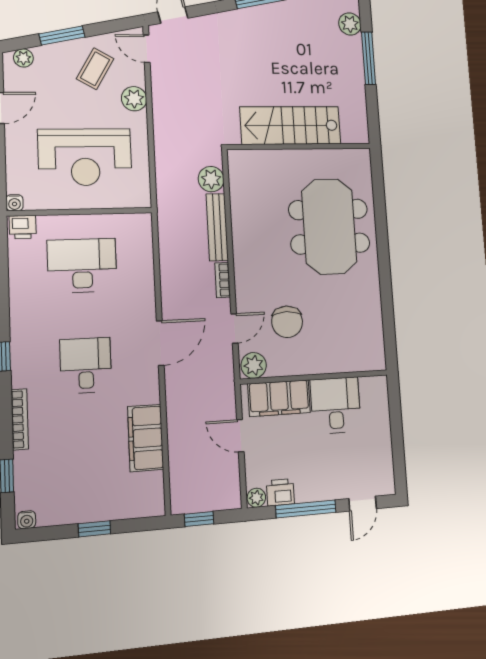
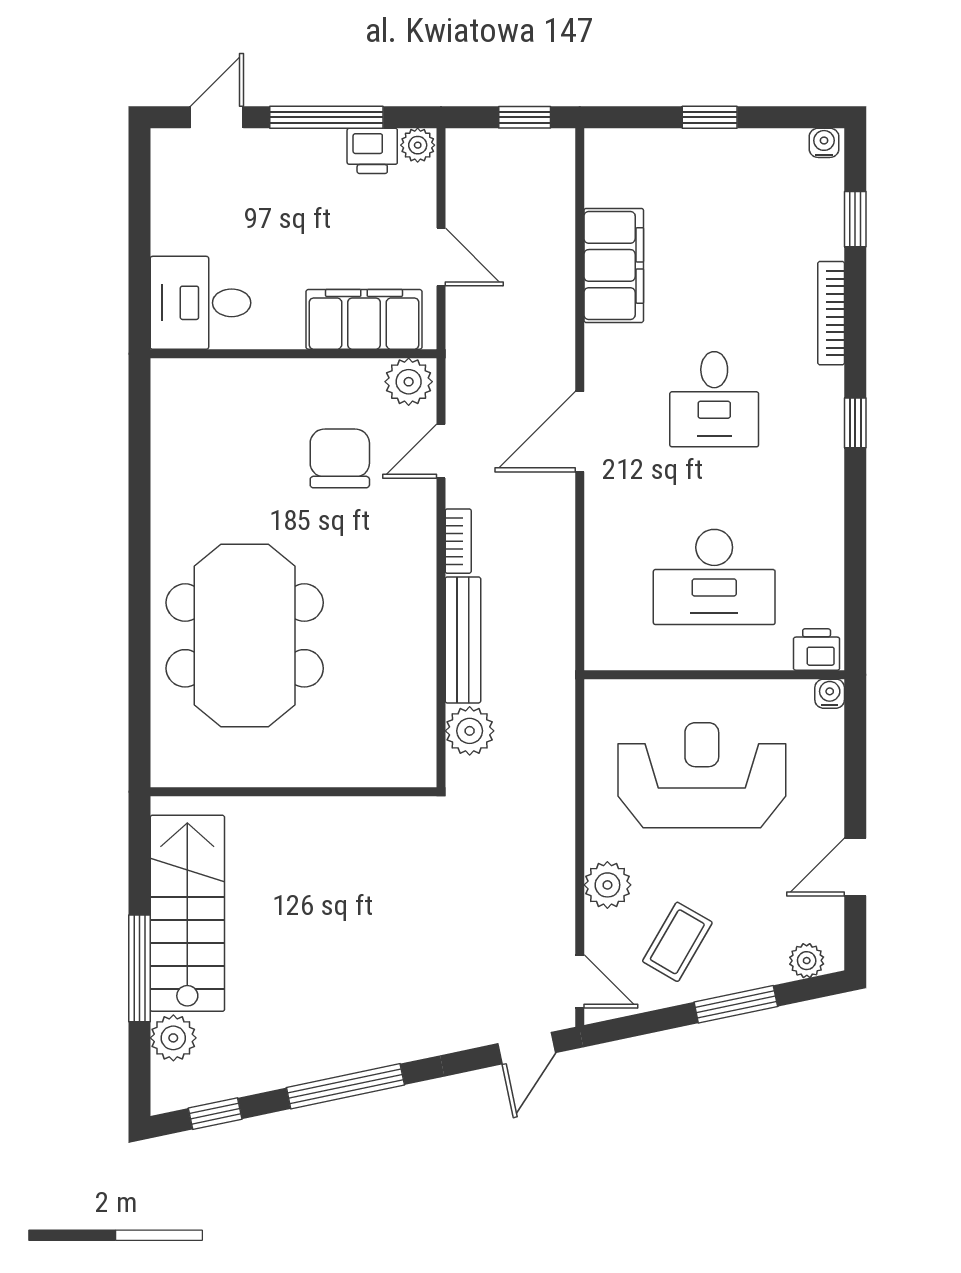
stairs: (291, 125) -> (187, 913), moved, turned -90
desk: (336, 405) -> (200, 303), moved, turned 90

